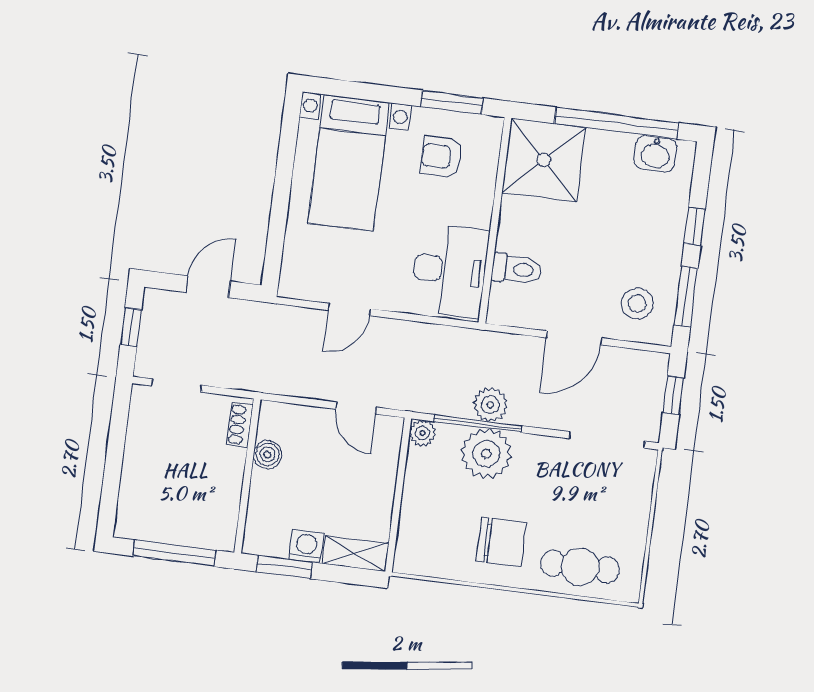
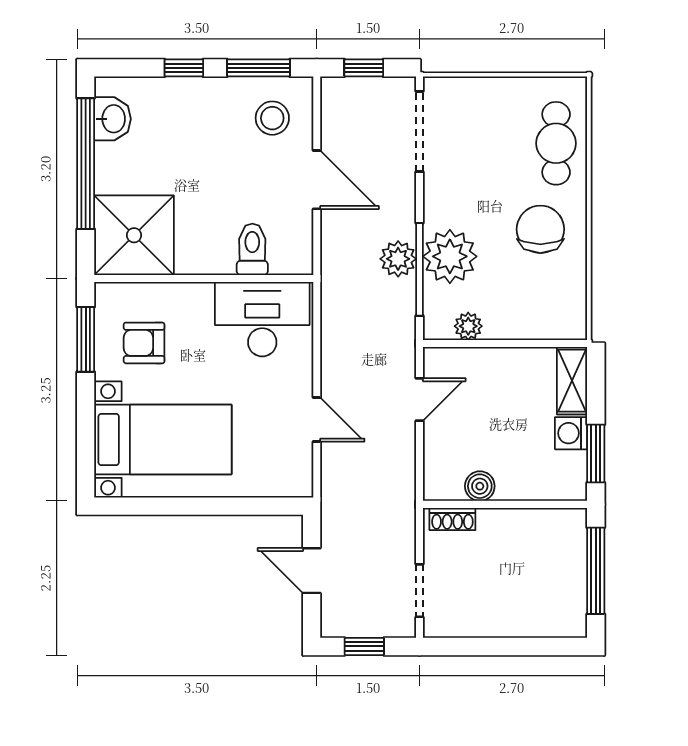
armchair: (442, 157) -> (144, 343), turned 90
plant: (423, 433) -> (468, 326), moved

